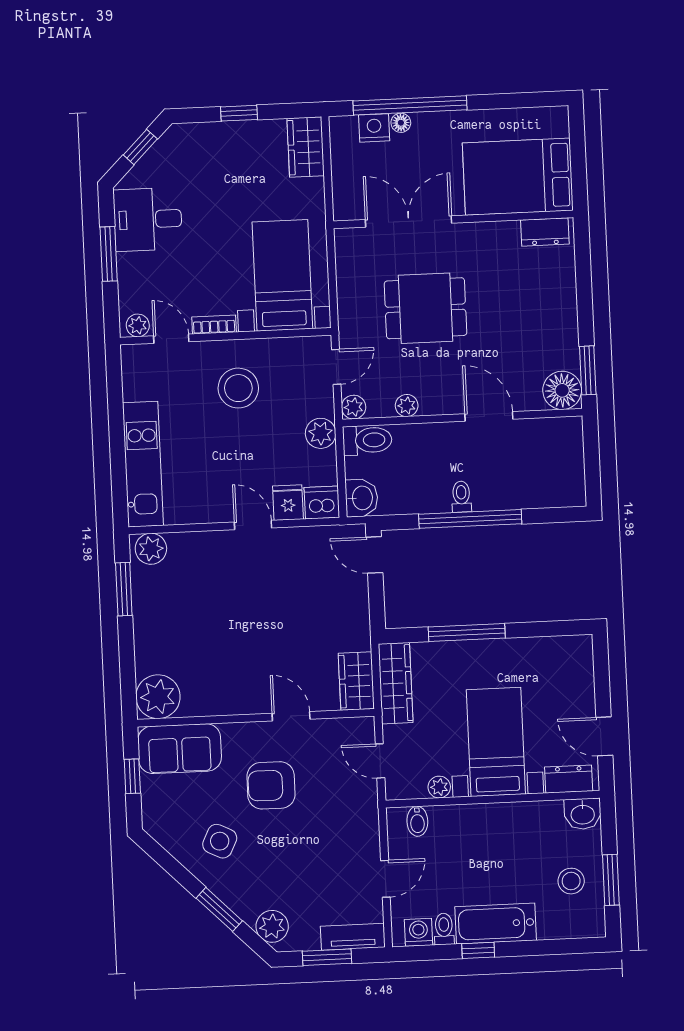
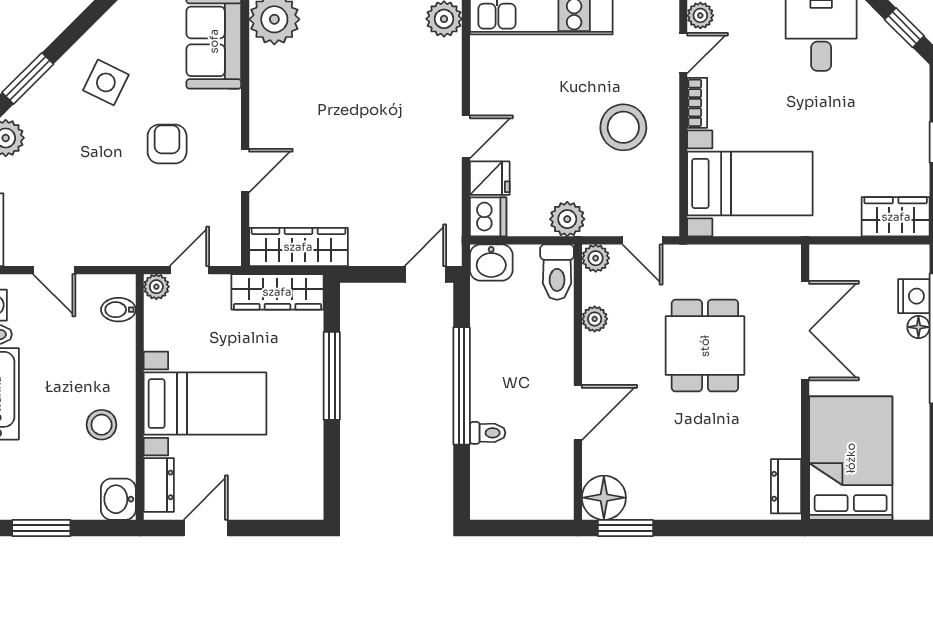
toilet: (461, 497) -> (488, 433), moved
wardrobe: (356, 681) -> (298, 247), width x1.50
armchair: (271, 785) -> (167, 144), width x0.72, depth x0.72
plant: (439, 787) -> (156, 287), moved
stool: (571, 881) -> (102, 425), moved

